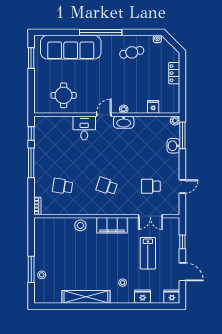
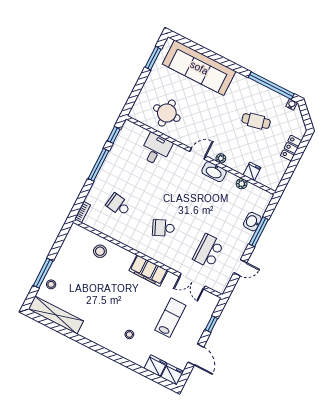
window: (101, 32) -> (271, 86), moved
cafe table: (132, 52) -> (256, 121), moved
plant: (175, 121) -> (242, 184), moved
desk: (84, 128) -> (156, 149), moved
window: (182, 135) -> (259, 232), moved
school desk: (107, 186) -> (163, 228), turned -42
school desk: (151, 186) -> (208, 251), width x1.85
stool: (80, 225) -> (100, 251), moved
lab bench: (148, 253) -> (170, 318), turned 180
shelving: (86, 297) -> (56, 315), moved
fridge: (143, 297) -> (155, 366), moved

